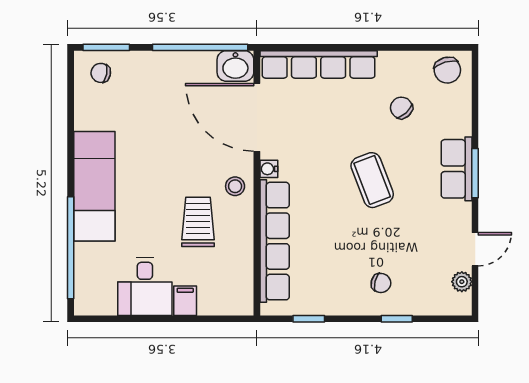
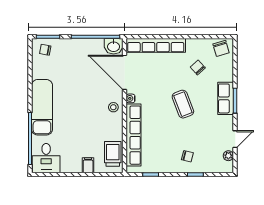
trolley: (198, 222) -> (113, 154), moved
desk: (145, 286) -> (46, 158), moved

